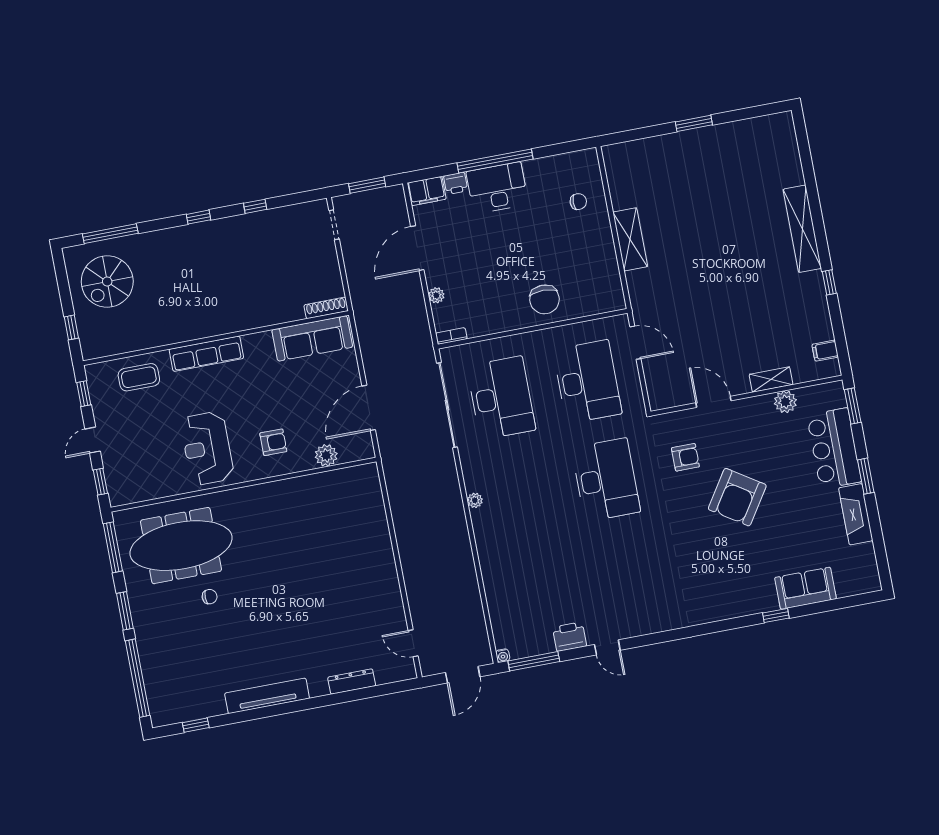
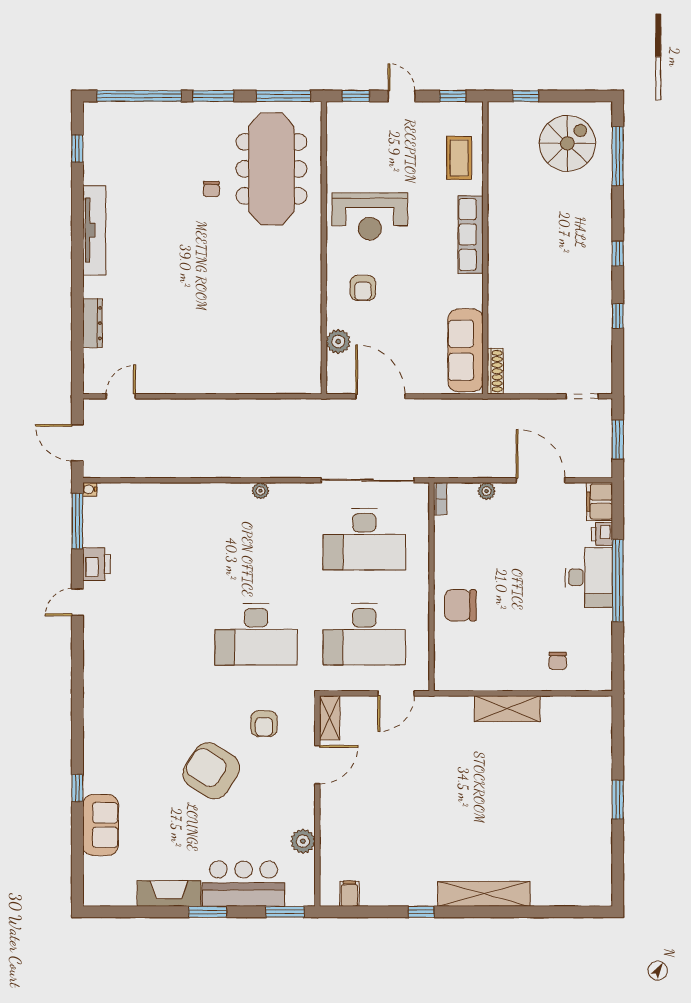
spiral stairs: (107, 282) -> (567, 143), turned 90
shelving: (771, 379) -> (330, 718), moved
reception desk: (207, 448) -> (370, 216), turned 180

